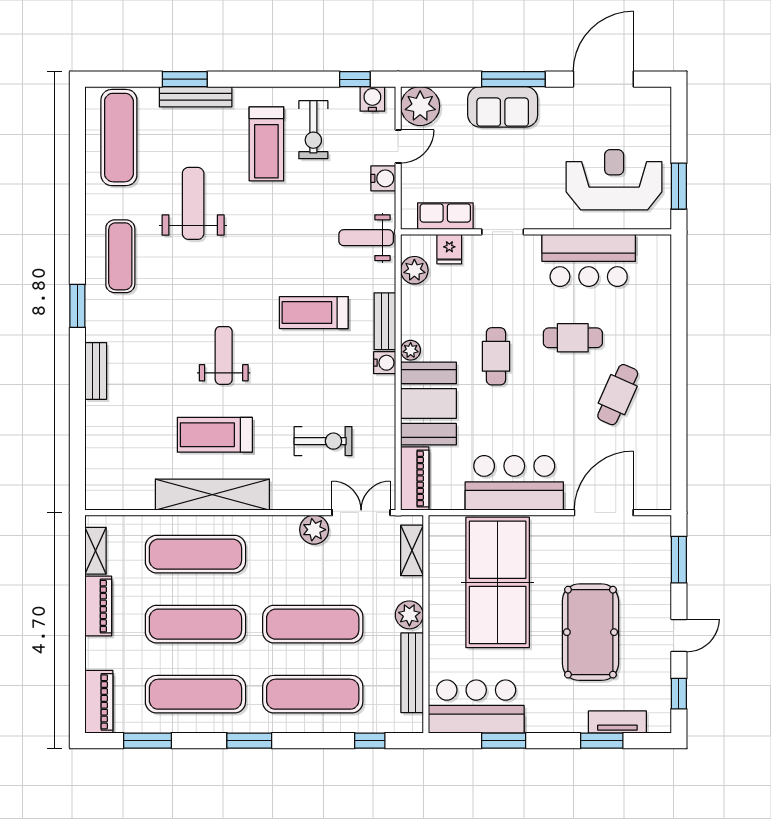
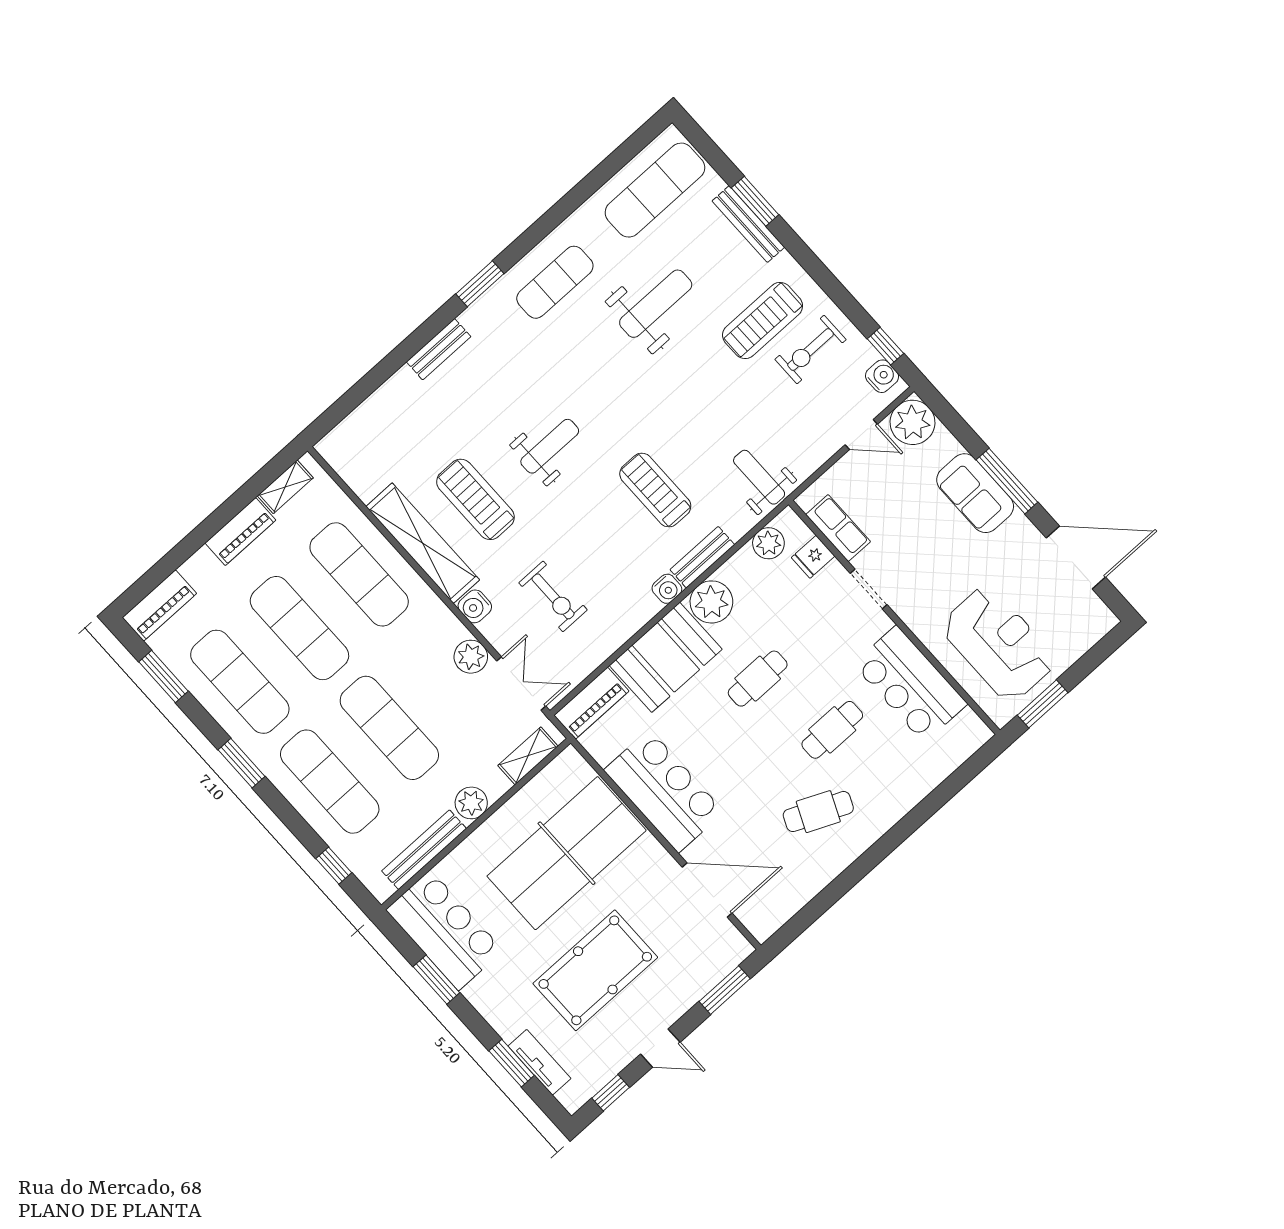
water cooler: (383, 178) -> (475, 606), moved, turned 90
cafe table: (573, 338) -> (832, 730), turned 90
plant: (411, 350) -> (711, 602), width x1.87, depth x1.87

